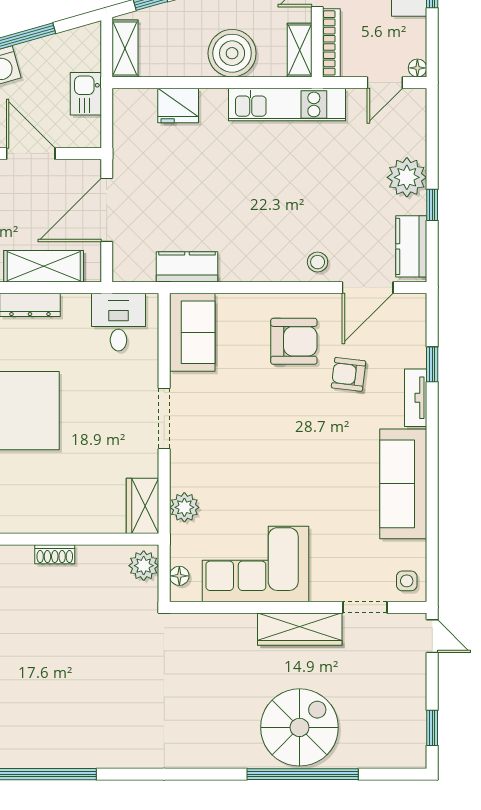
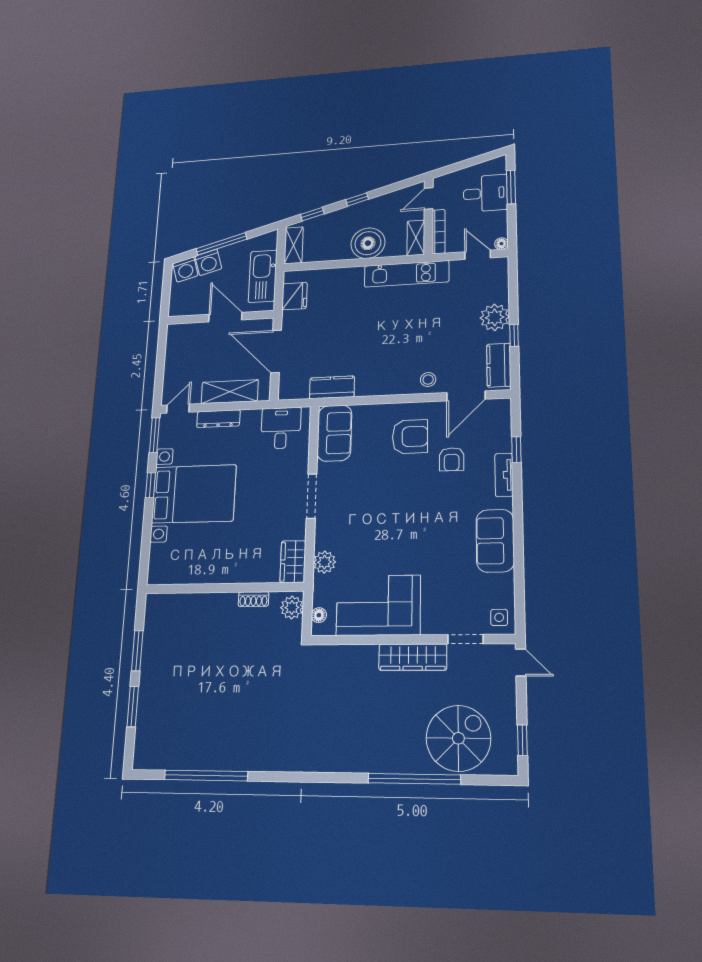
door: (385, 83) -> (478, 255), swing flipped
kitchen sink: (86, 94) -> (263, 276), width x1.87, depth x1.24
fridge: (178, 105) -> (295, 296), moved, turned -90
door: (107, 210) -> (276, 351), hinge flipped
armchair: (349, 374) -> (452, 459), turned -97
sofa: (403, 484) -> (495, 541), width x0.73
shoe rack: (55, 554) -> (254, 599), moved
spiral stairs: (299, 727) -> (458, 738), moved

